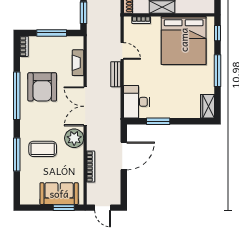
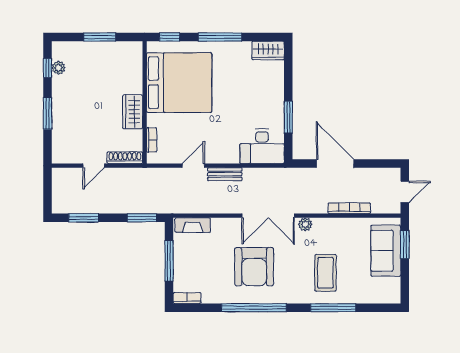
fireplace: (78, 63) -> (193, 225), moved
armchair: (42, 87) -> (254, 267), moved, turned 90
plant: (74, 138) -> (305, 224), width x0.53, depth x0.53

